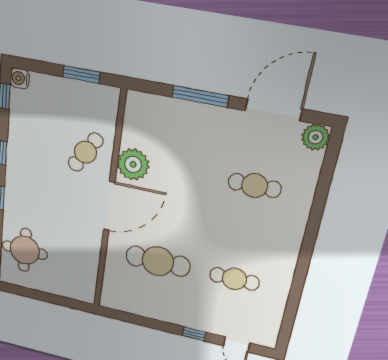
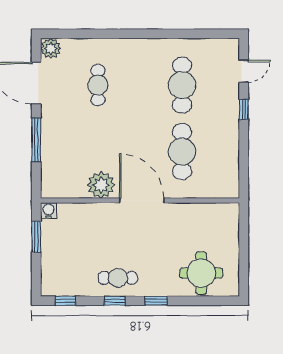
water cooler: (20, 78) -> (49, 211), moved, turned 180
cafe table: (85, 152) -> (118, 278), moved, turned -32
cafe table: (234, 279) -> (182, 85), width x1.37, depth x1.35

